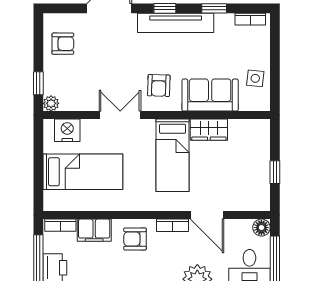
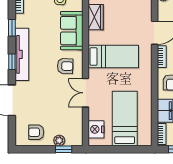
armchair: (63, 44) -> (36, 132), turned -90
plant: (51, 103) -> (59, 140), moved
wardrobe: (209, 130) -> (96, 17), moved

